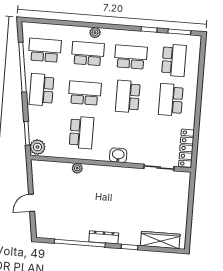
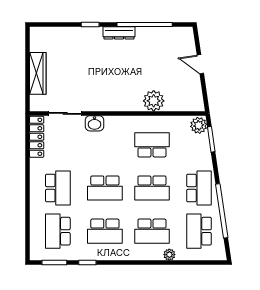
plant: (95, 33) -> (169, 255), moved
school desk: (45, 50) -> (199, 231), turned 90
school desk: (128, 96) -> (105, 188), turned 90
school desk: (82, 133) -> (152, 145), turned 90
washbasin: (118, 155) -> (95, 123), moved
plant: (77, 168) -> (154, 101), width x1.88, depth x1.88
door: (32, 203) -> (200, 64), swing flipped
wardrobe: (160, 240) -> (38, 73), moved, turned -90

